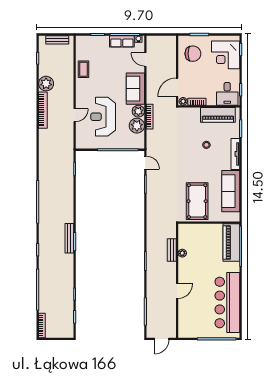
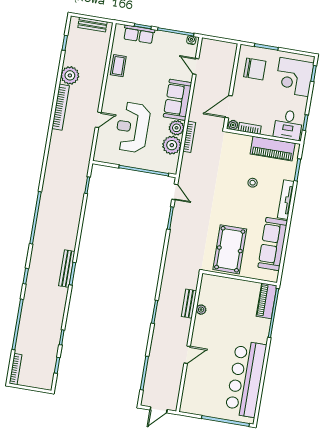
row of seats: (122, 41) -> (139, 34), moved
piano: (231, 242) -> (266, 301), width x0.73, depth x0.75

